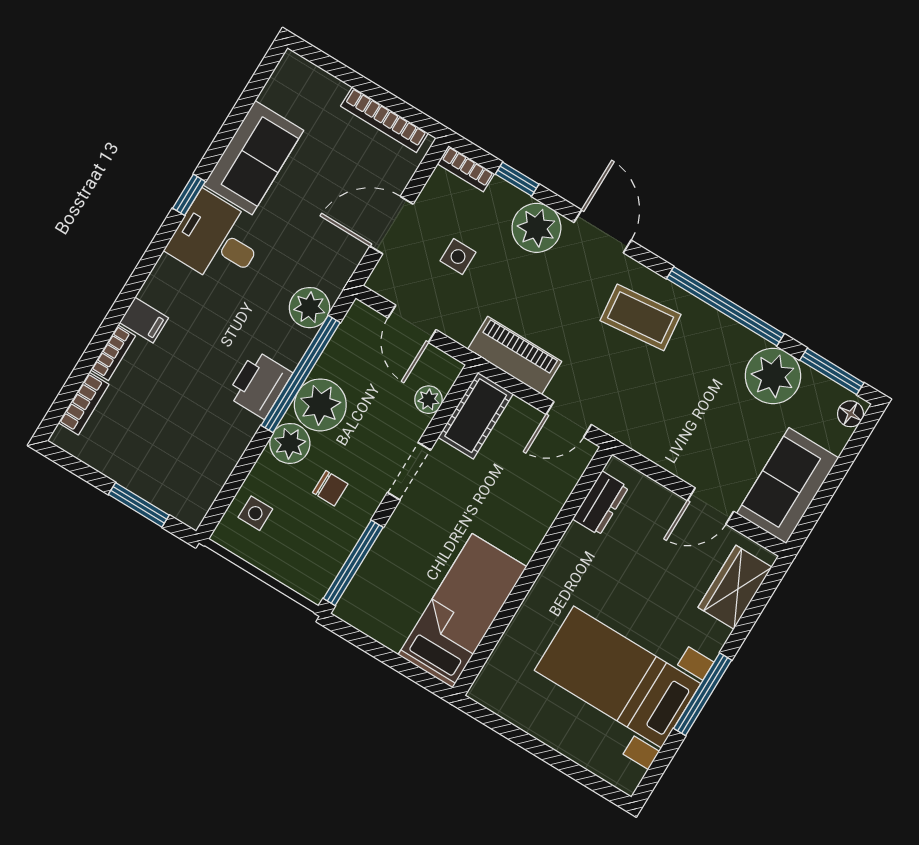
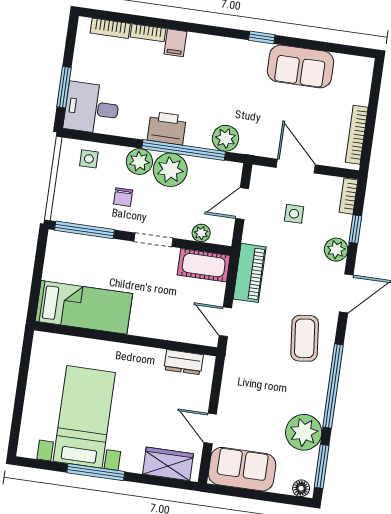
plant: (536, 228) -> (336, 250), width x0.73, depth x0.73
desk: (217, 240) -> (92, 108), moved, turned -90

